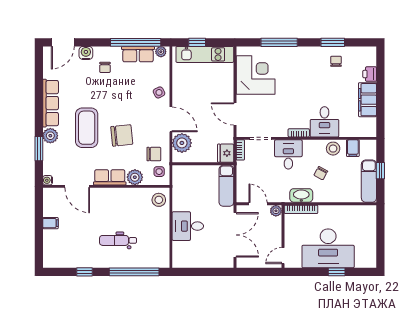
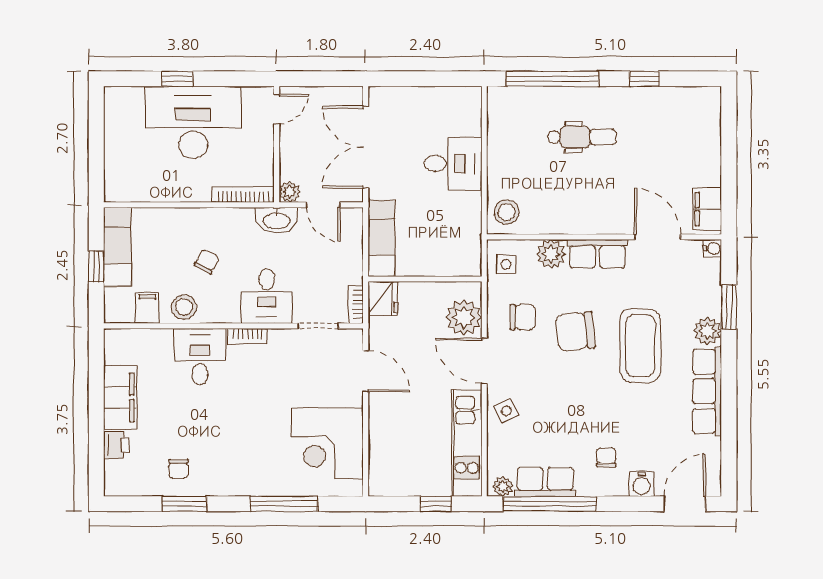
kitchen unit: (205, 54) -> (467, 443), moved, turned -90
chair: (154, 154) -> (523, 317), moved, turned 180
washbasin: (301, 195) -> (276, 220), moved
filing cabinet: (50, 223) -> (707, 209), moved, width x2.00

